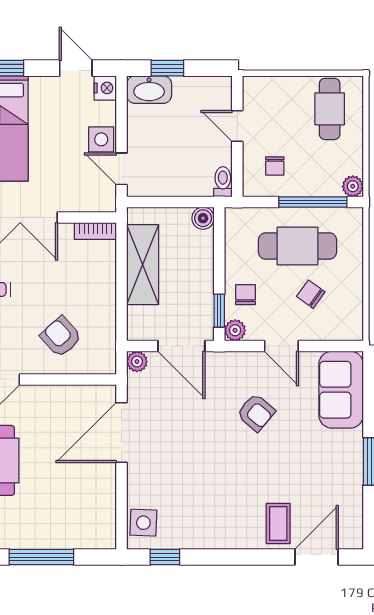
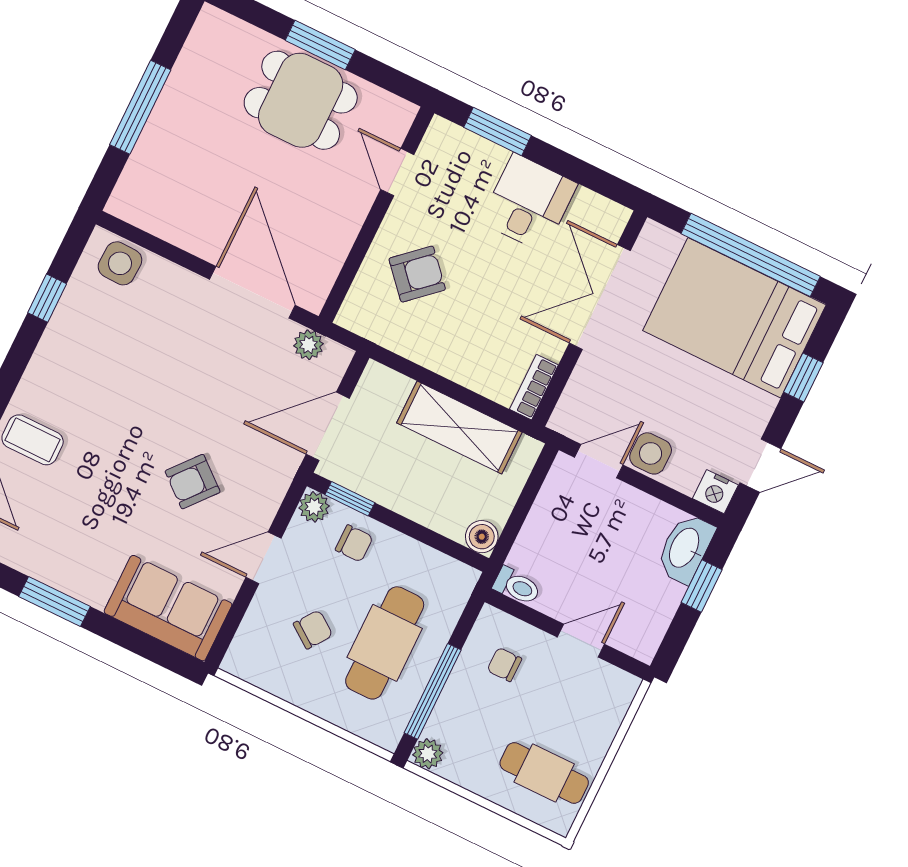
plant: (137, 362) -> (308, 345), moved
window: (165, 557) -> (47, 298), moved

